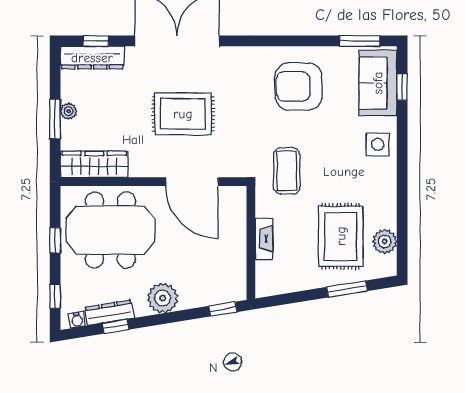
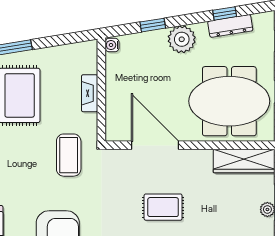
rug: (183, 114) -> (163, 207), width x0.73, depth x0.70
window: (223, 309) -> (153, 25), moved
water cooler: (77, 320) -> (112, 45), moved, turned -81

